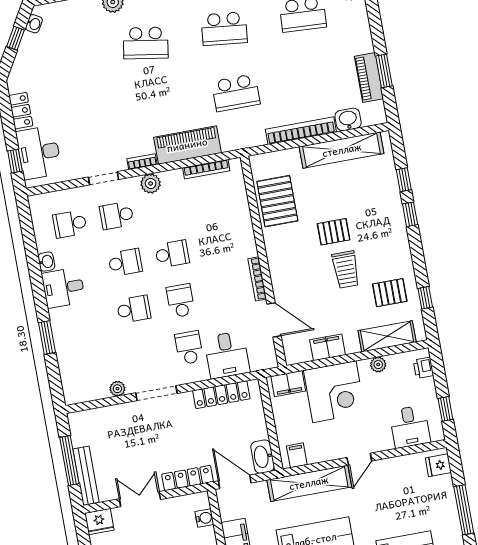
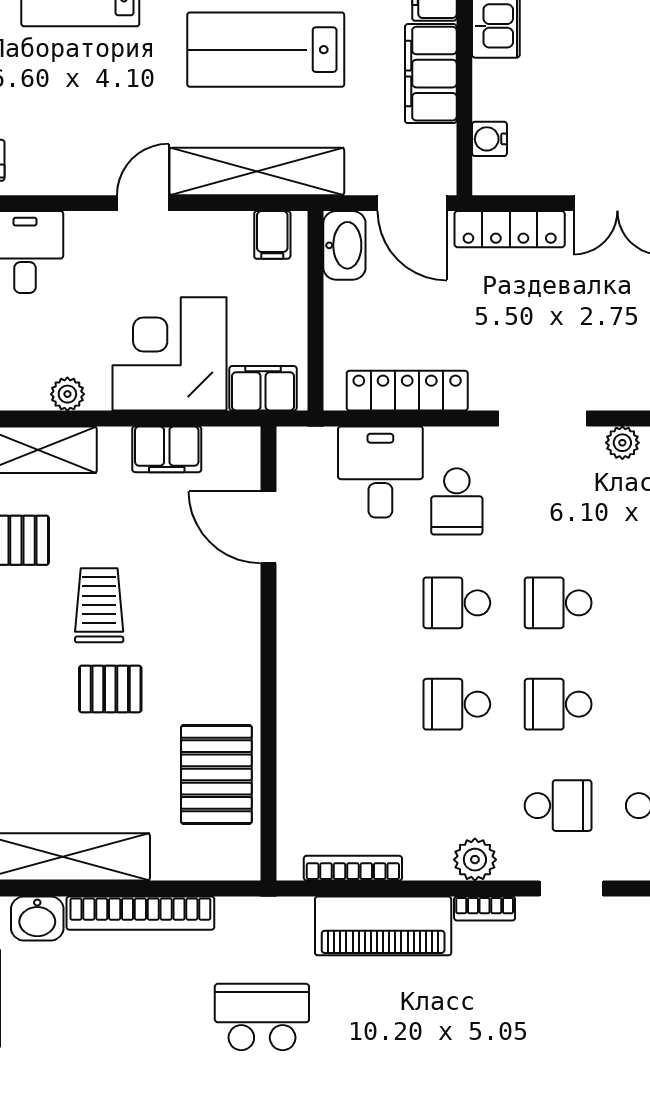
bookcase: (257, 279) -> (288, 619), removed
school desk: (181, 301) -> (457, 603), turned 90

